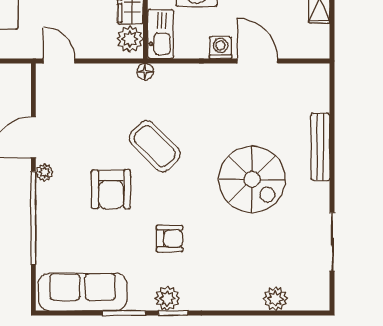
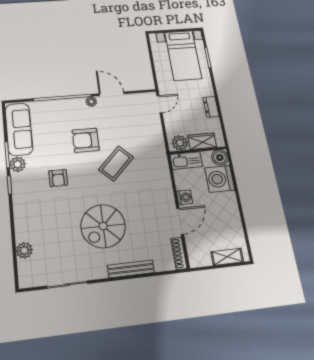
shoe rack: (306, 71) -> (179, 253), added
floor lamp: (145, 72) -> (162, 154), removed
plant: (167, 298) -> (18, 164), moved

